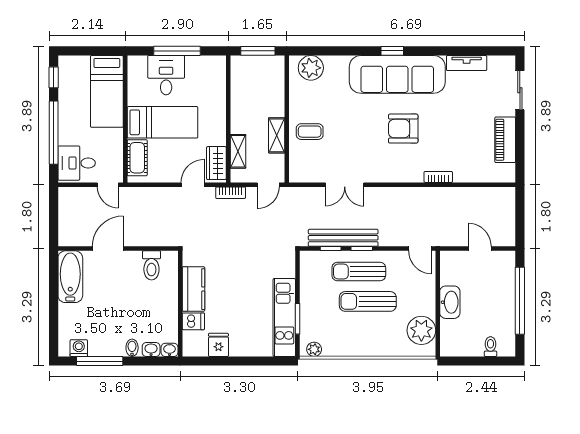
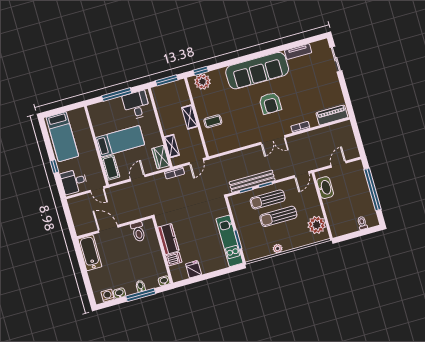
window: (392, 51) -> (201, 71), moved
desk: (166, 75) -> (136, 105), moved
window: (54, 77) -> (45, 132), removed
bed: (107, 91) -> (62, 137), moved
armchair: (403, 129) -> (270, 103), turned -90
window: (54, 133) -> (54, 167), width x0.32
shelving: (277, 135) -> (190, 117), moved
piano: (505, 140) -> (332, 115), moved, turned 90
door: (193, 185) -> (138, 178), moved
double door: (345, 185) -> (273, 140), moved
door: (108, 249) -> (108, 229), hinge flipped
door: (420, 249) -> (302, 175), hinge flipped
door: (480, 249) -> (339, 164), hinge flipped
washbasin: (450, 302) -> (325, 188), moved
washbasin: (151, 349) -> (119, 293), moved
plant: (314, 349) -> (278, 249), moved
window: (100, 361) -> (141, 295), moved

